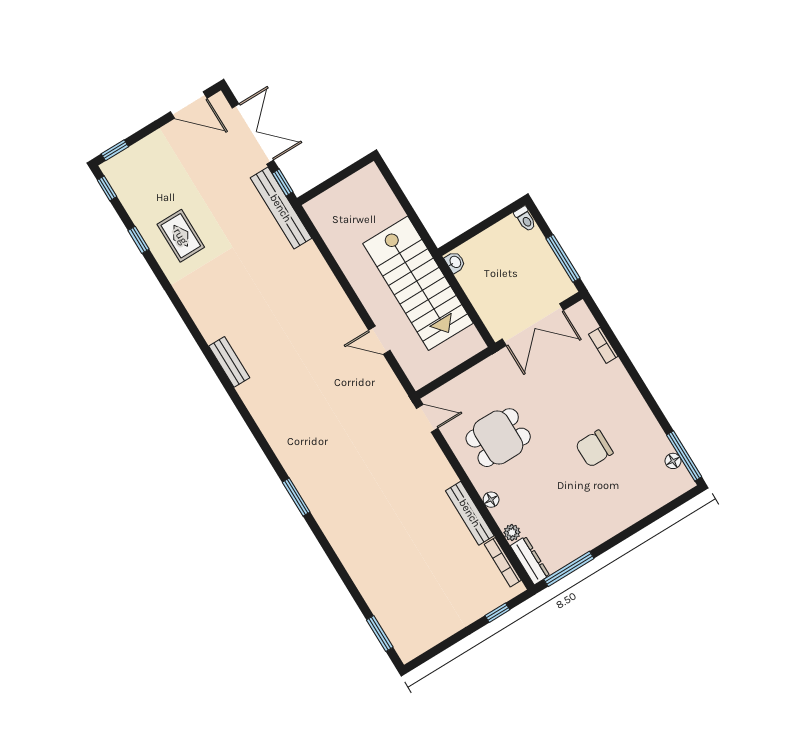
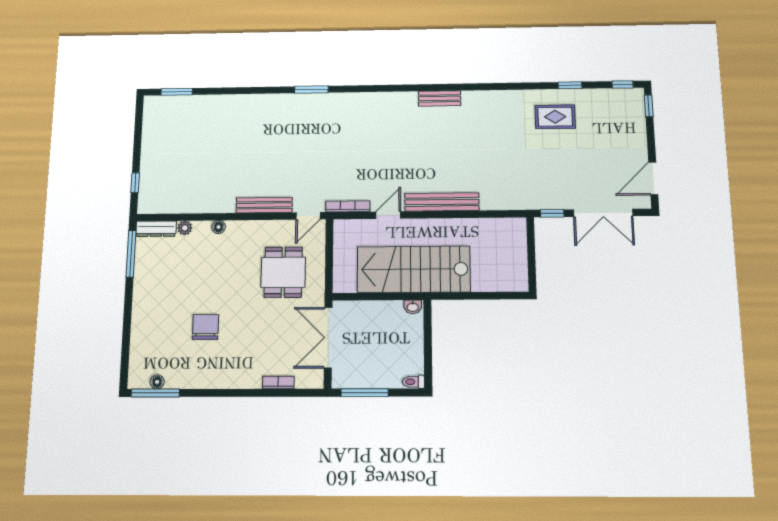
bench: (281, 208) -> (442, 202), moved
dining table: (498, 438) -> (283, 272), moved
bench: (470, 513) -> (264, 205), moved
bookcase: (503, 562) -> (348, 206), moved

